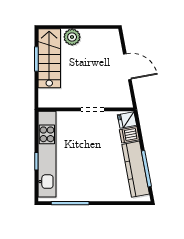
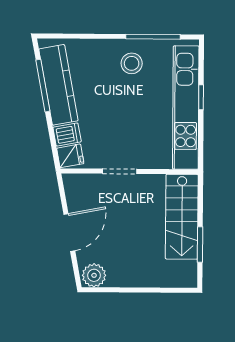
plant: (72, 37) -> (94, 275), moved
stairs: (49, 58) -> (182, 217), moved
door: (127, 67) -> (69, 232), swing flipped
stool: (85, 185) -> (132, 63), added

